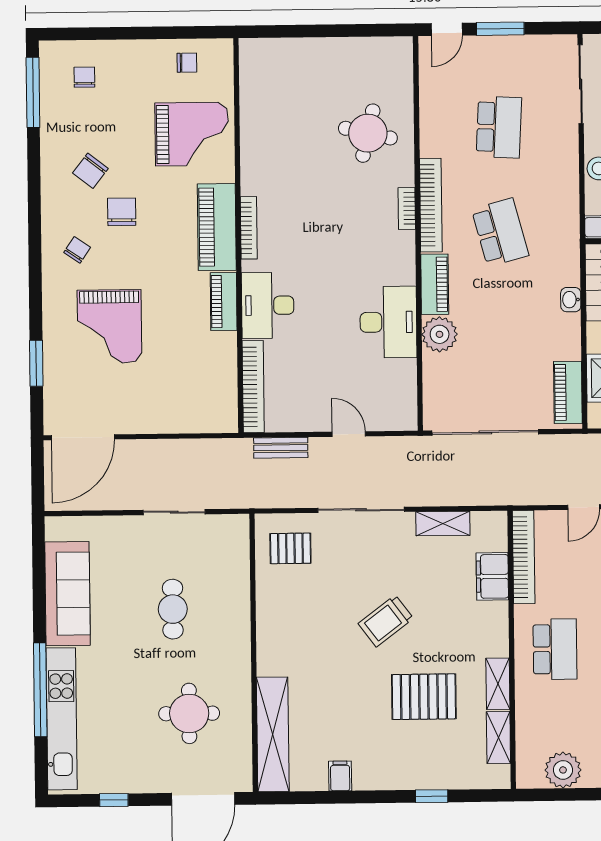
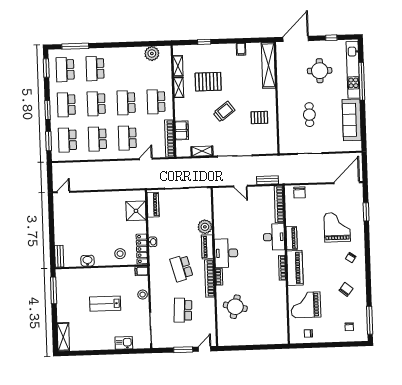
chair: (122, 212) -> (299, 192), moved
desk: (388, 322) -> (226, 253), moved
pallet: (290, 548) -> (259, 118), moved
round table: (189, 713) -> (320, 71), moved

